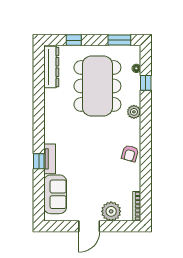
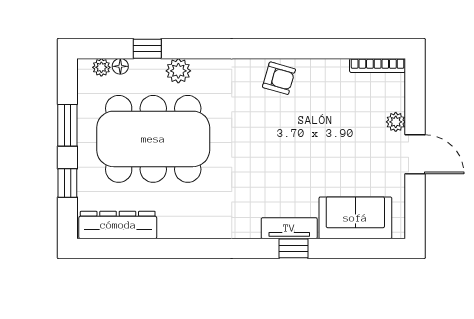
window: (119, 40) -> (67, 125), moved
plant: (136, 58) -> (101, 67), added
plant: (134, 112) -> (178, 71), moved
plant: (111, 211) -> (396, 122), width x0.53, depth x0.53

